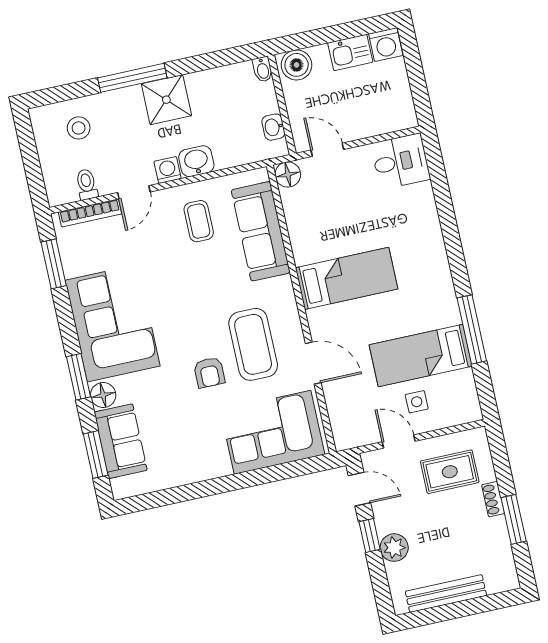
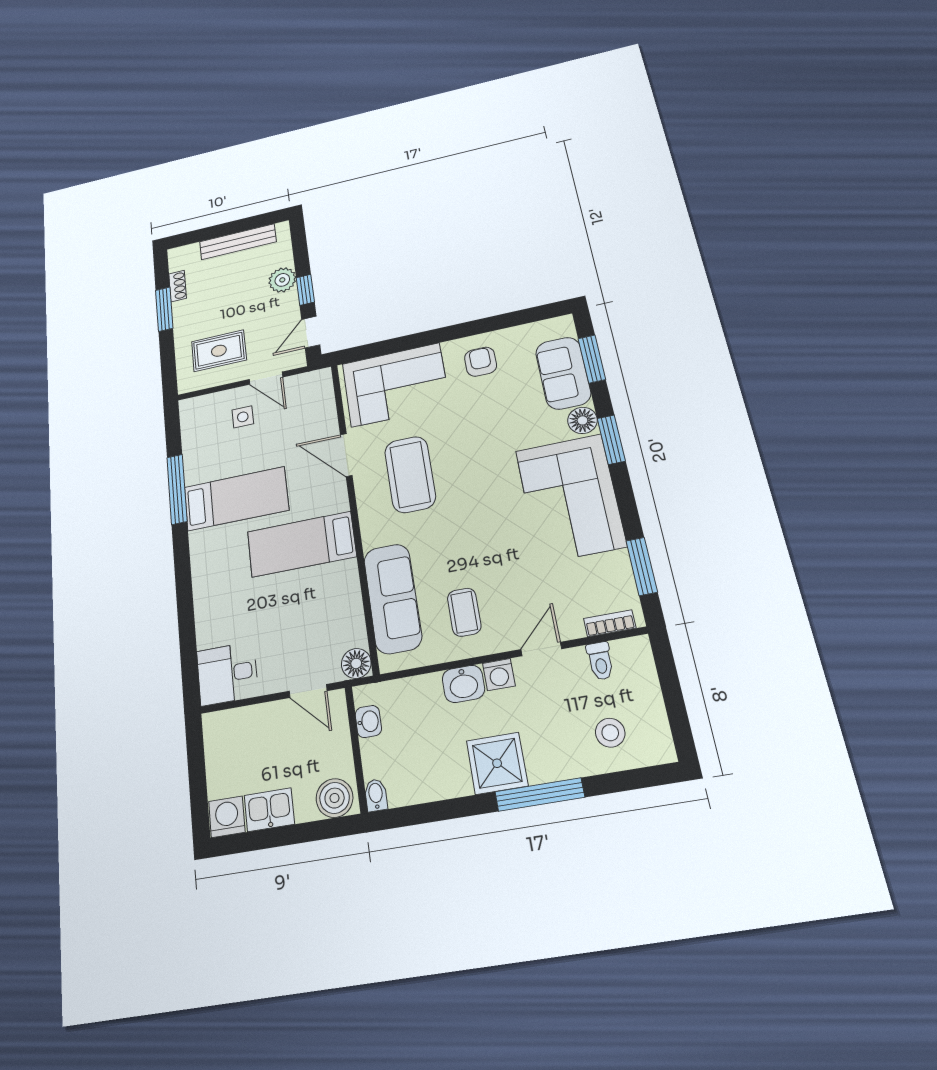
bookcase: (90, 213) -> (610, 623), width x0.64
bed: (421, 356) -> (236, 499), moved
armchair: (209, 372) -> (481, 362), moved
door: (359, 489) -> (311, 332), hinge flipped
shoe rack: (493, 499) -> (178, 286), moved

